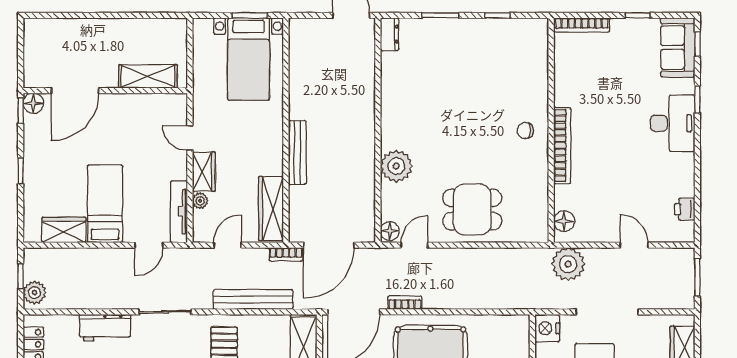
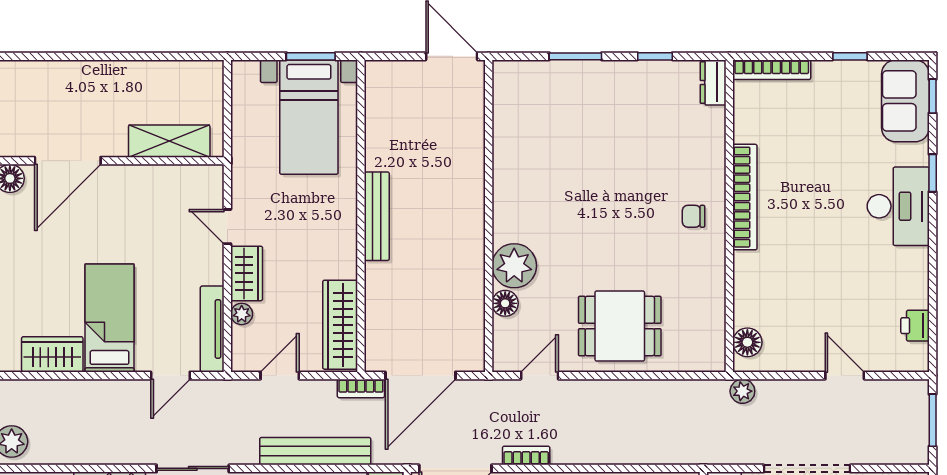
dresser: (389, 34) -> (713, 82), moved, turned 180
bookcase: (562, 146) -> (745, 197), moved
bench: (297, 152) -> (377, 216), moved
floor lamp: (390, 231) -> (505, 303), moved
plant: (568, 264) -> (742, 391), width x0.53, depth x0.53

